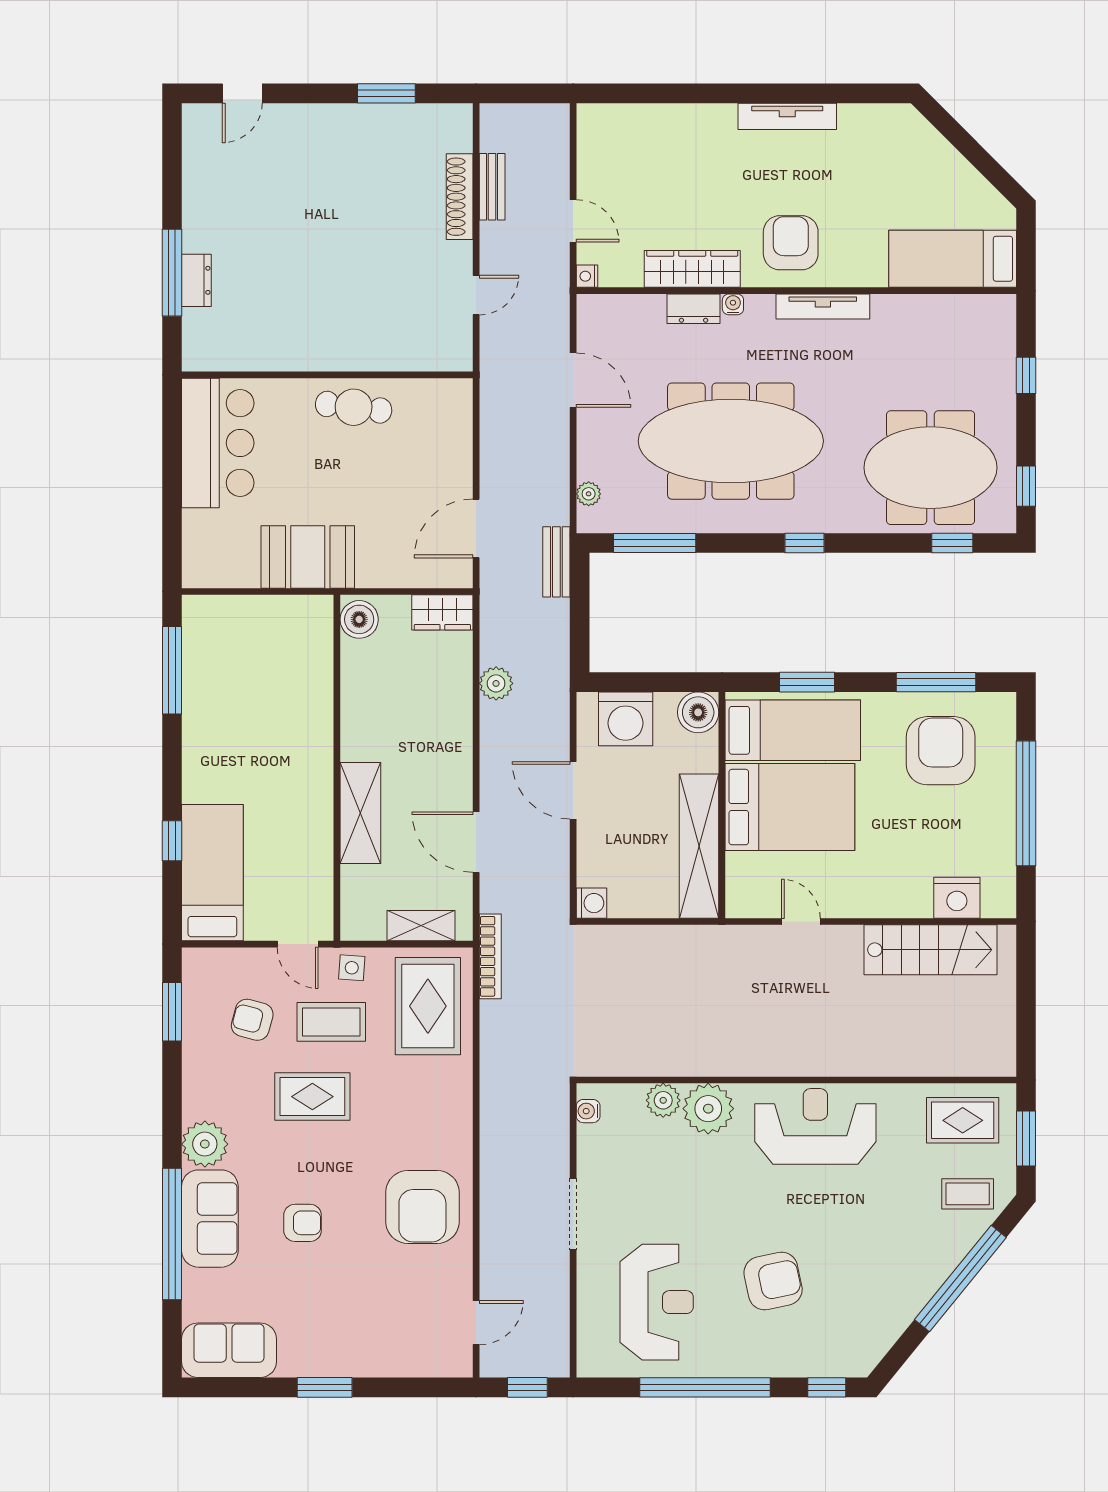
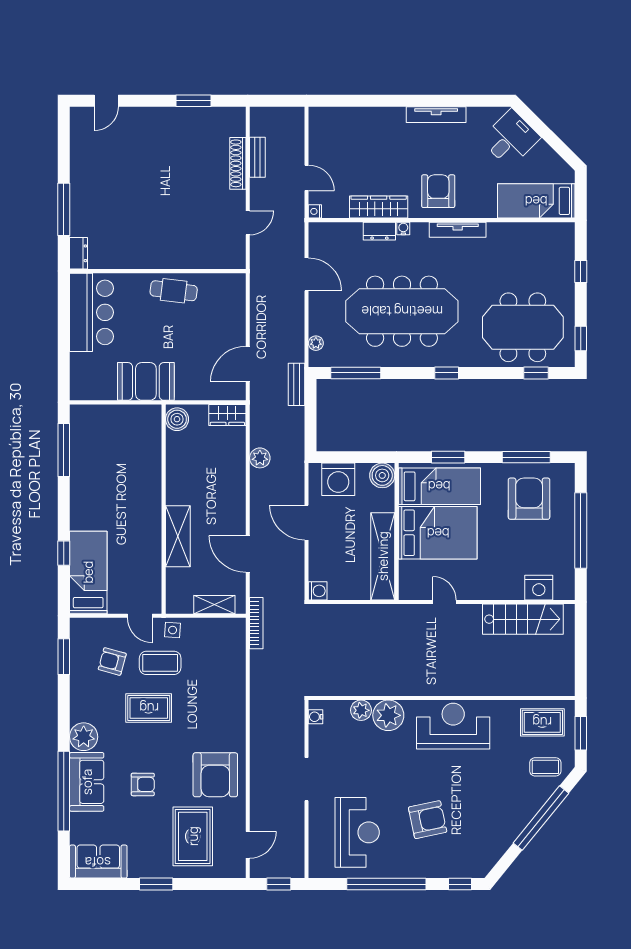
desk: (910, 156) -> (511, 139), added
dresser: (196, 280) -> (79, 253), moved
rug: (428, 1006) -> (193, 836), moved

